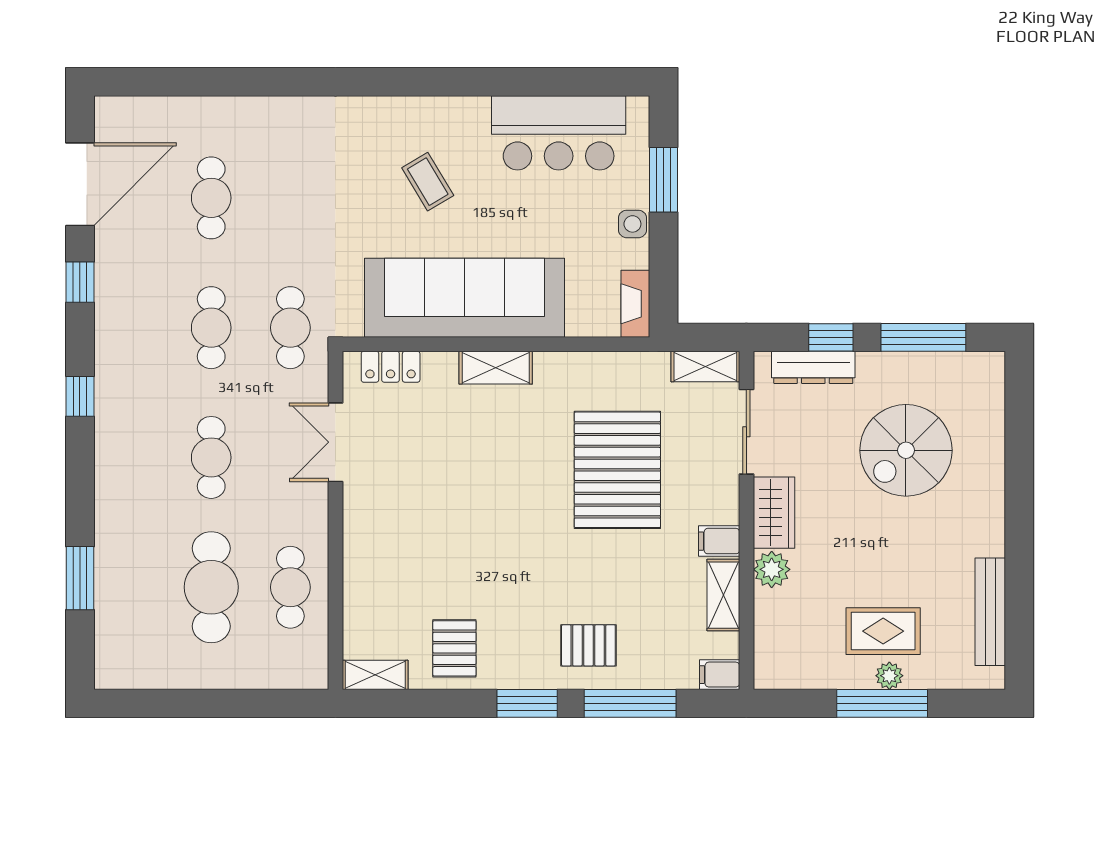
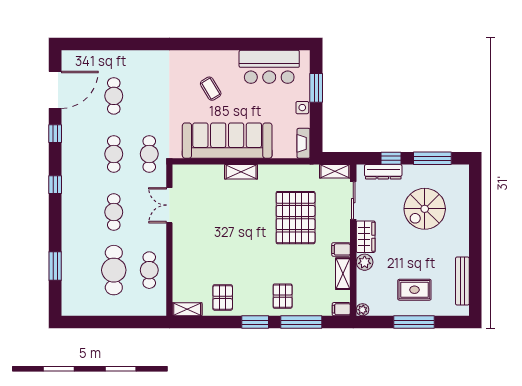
locker: (391, 367) -> (194, 171), removed
pallet: (588, 645) -> (283, 296), turned 90
plant: (889, 676) -> (363, 310), moved

